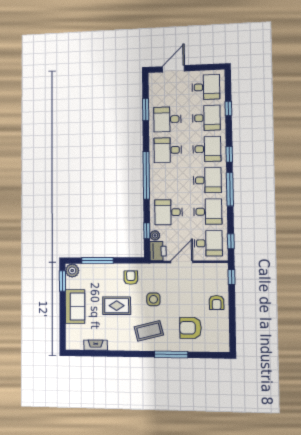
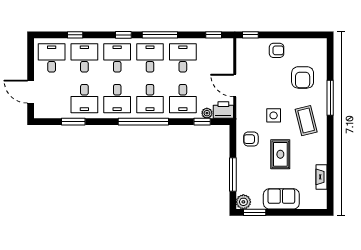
desk: (208, 243) -> (150, 99), moved, turned 180

